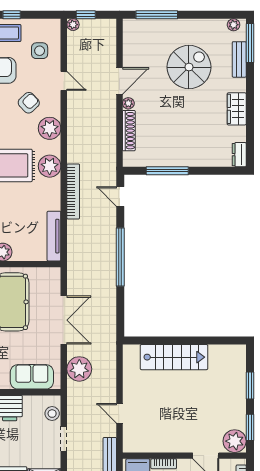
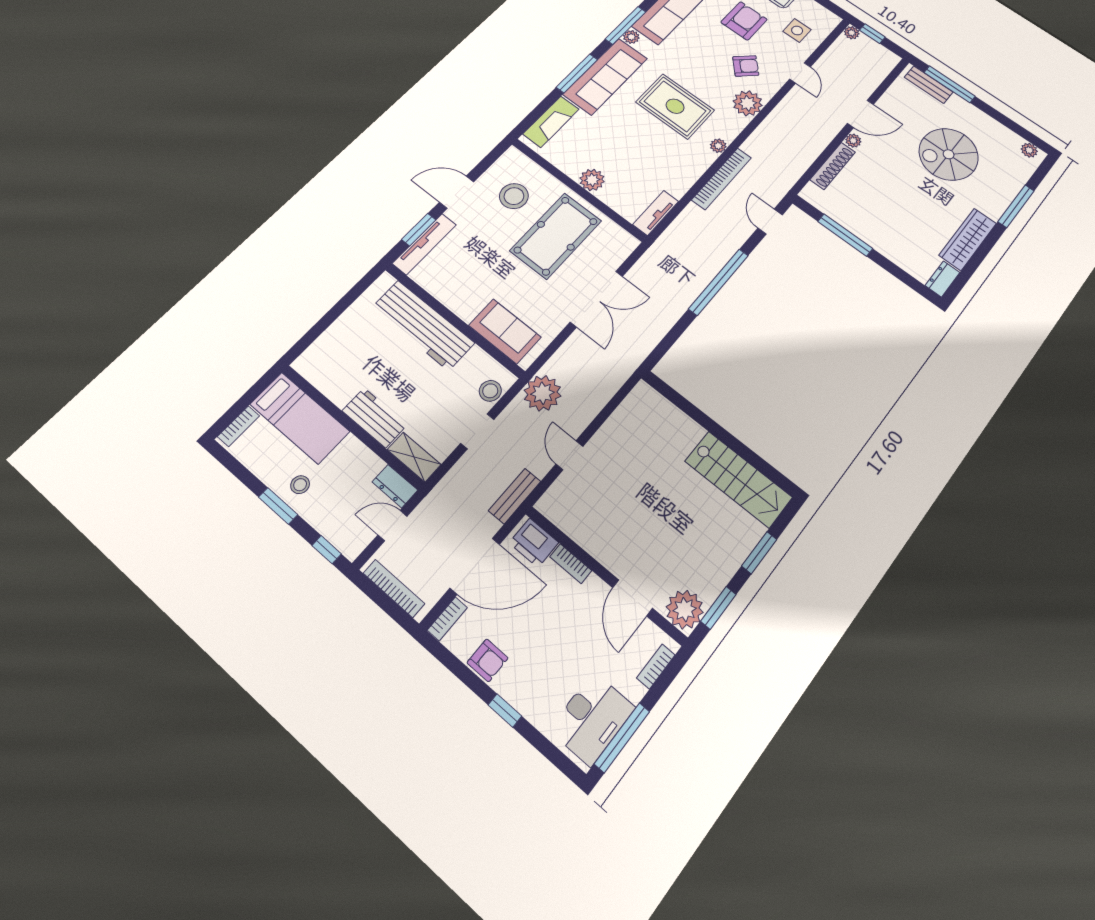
window: (250, 43) -> (1016, 206), moved
bench: (239, 59) -> (929, 85), moved, turned 90
spiral stairs: (189, 67) -> (949, 154), turned 180
wardrobe: (237, 109) -> (968, 239), width x1.50
plant: (50, 166) -> (718, 146), width x0.53, depth x0.53
tv unit: (54, 236) -> (656, 213), width x0.71
stairs: (174, 357) -> (738, 479), moved
plant: (79, 369) -> (542, 393), moved

